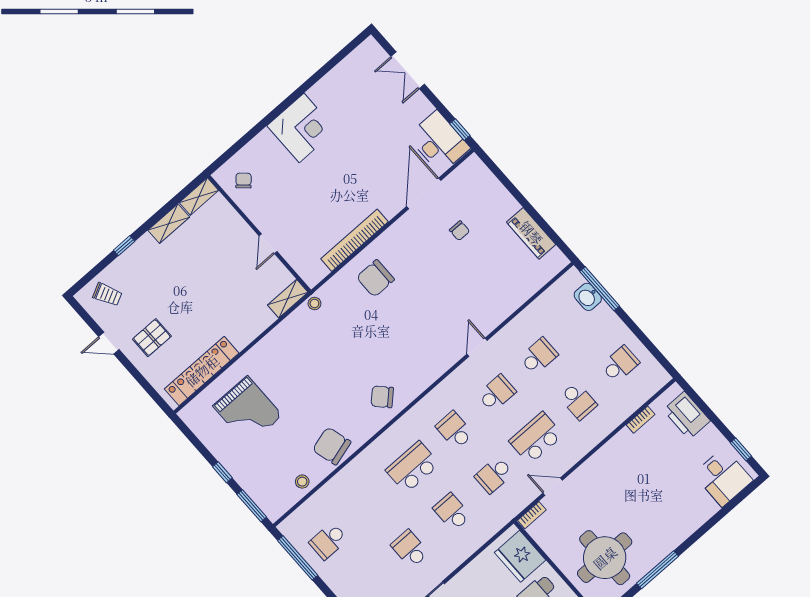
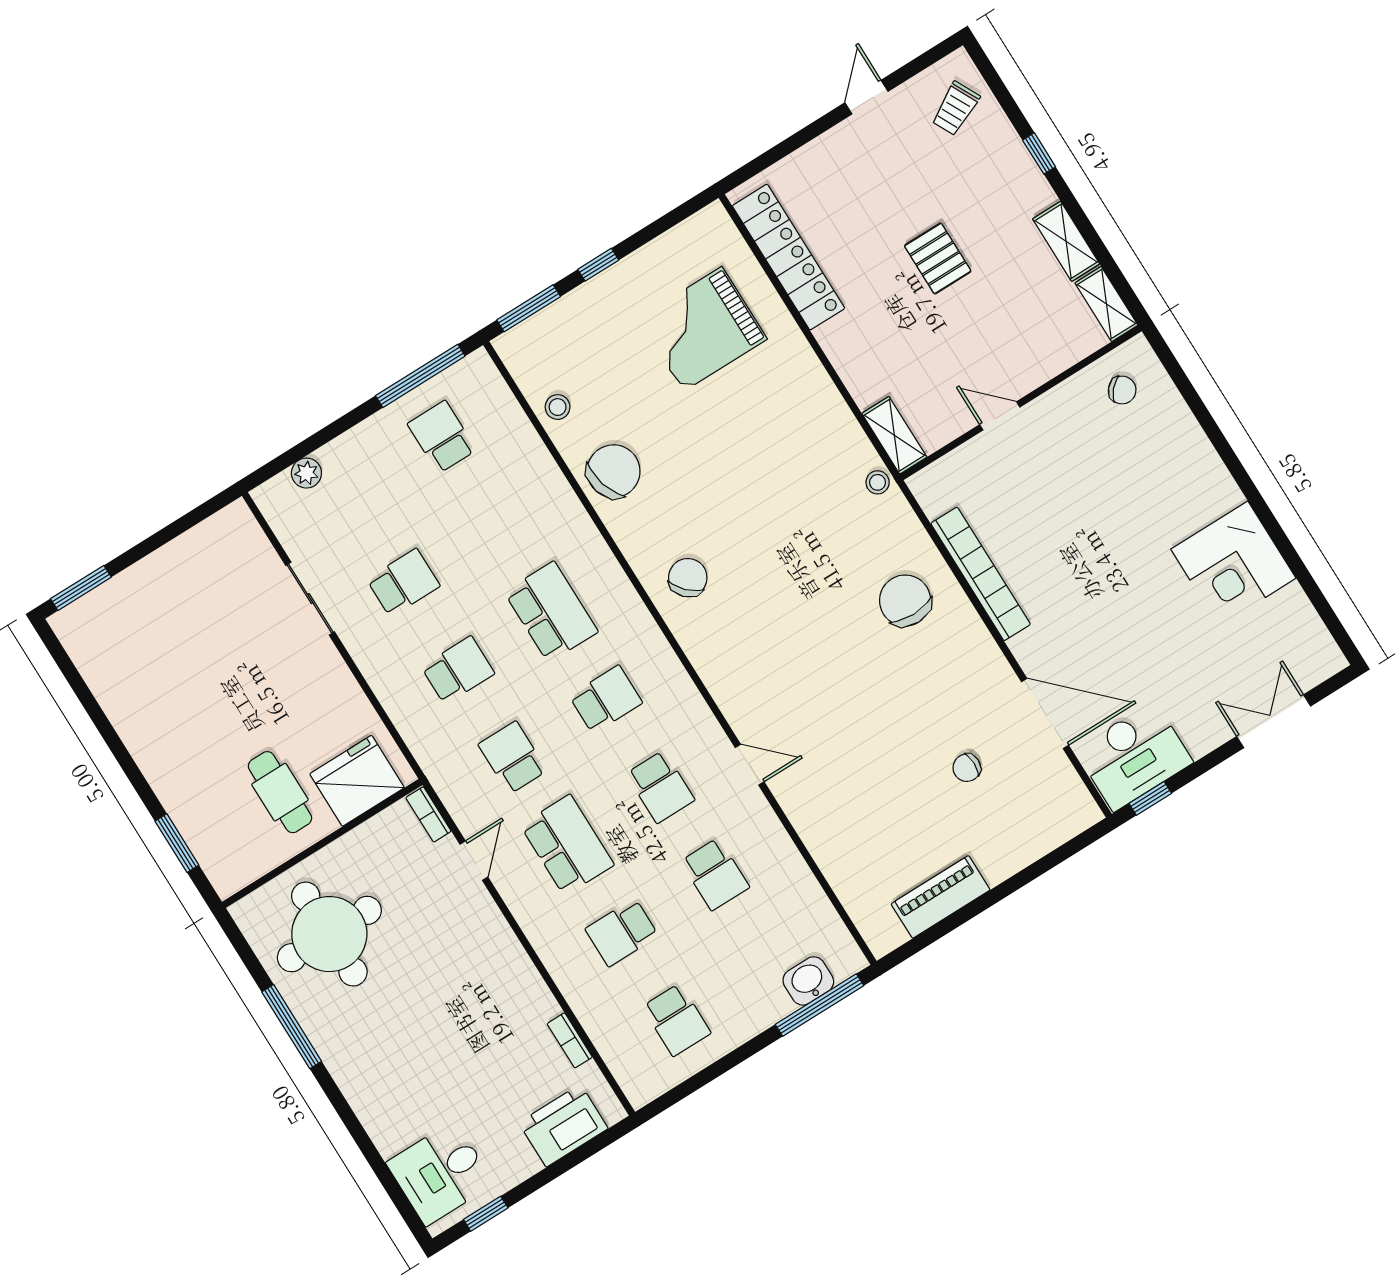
corner desk: (302, 128) -> (1233, 564), moved
pallet: (152, 338) -> (938, 258), moved

